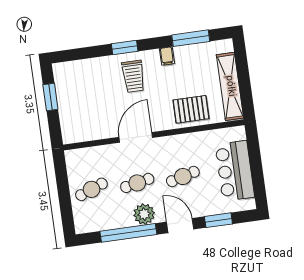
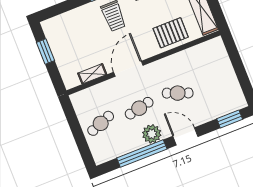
shelving: (95, 133) -> (92, 74), added
bar counter: (235, 171) -> (222, 77), removed
cafe table: (183, 177) -> (178, 93), turned 36
window: (218, 220) -> (230, 119), moved

